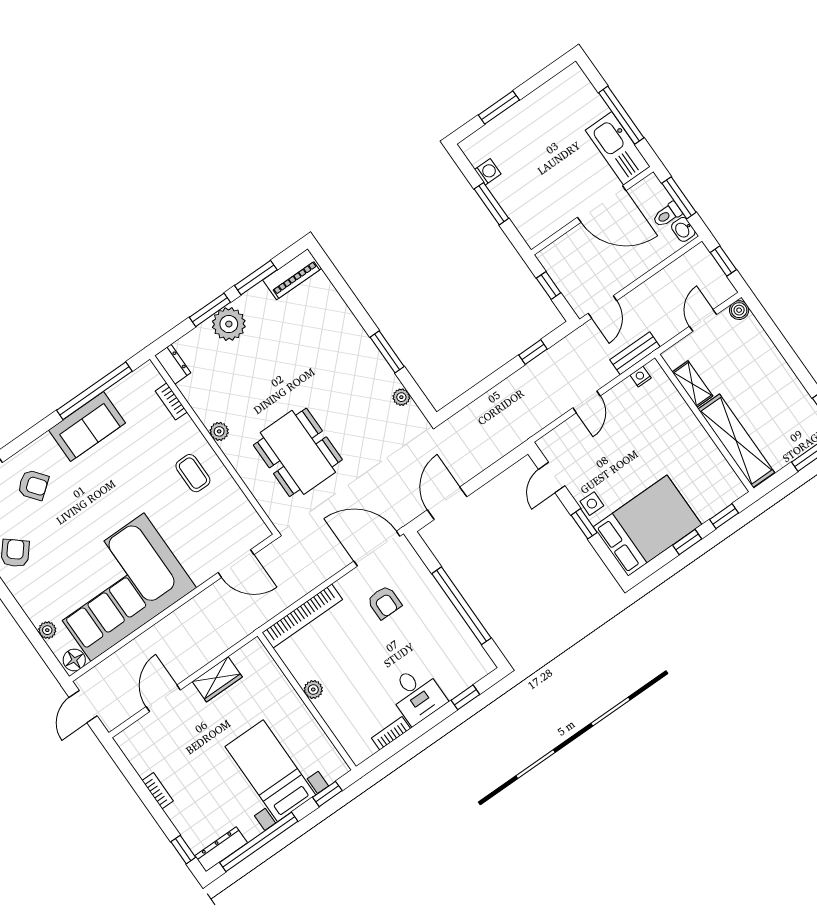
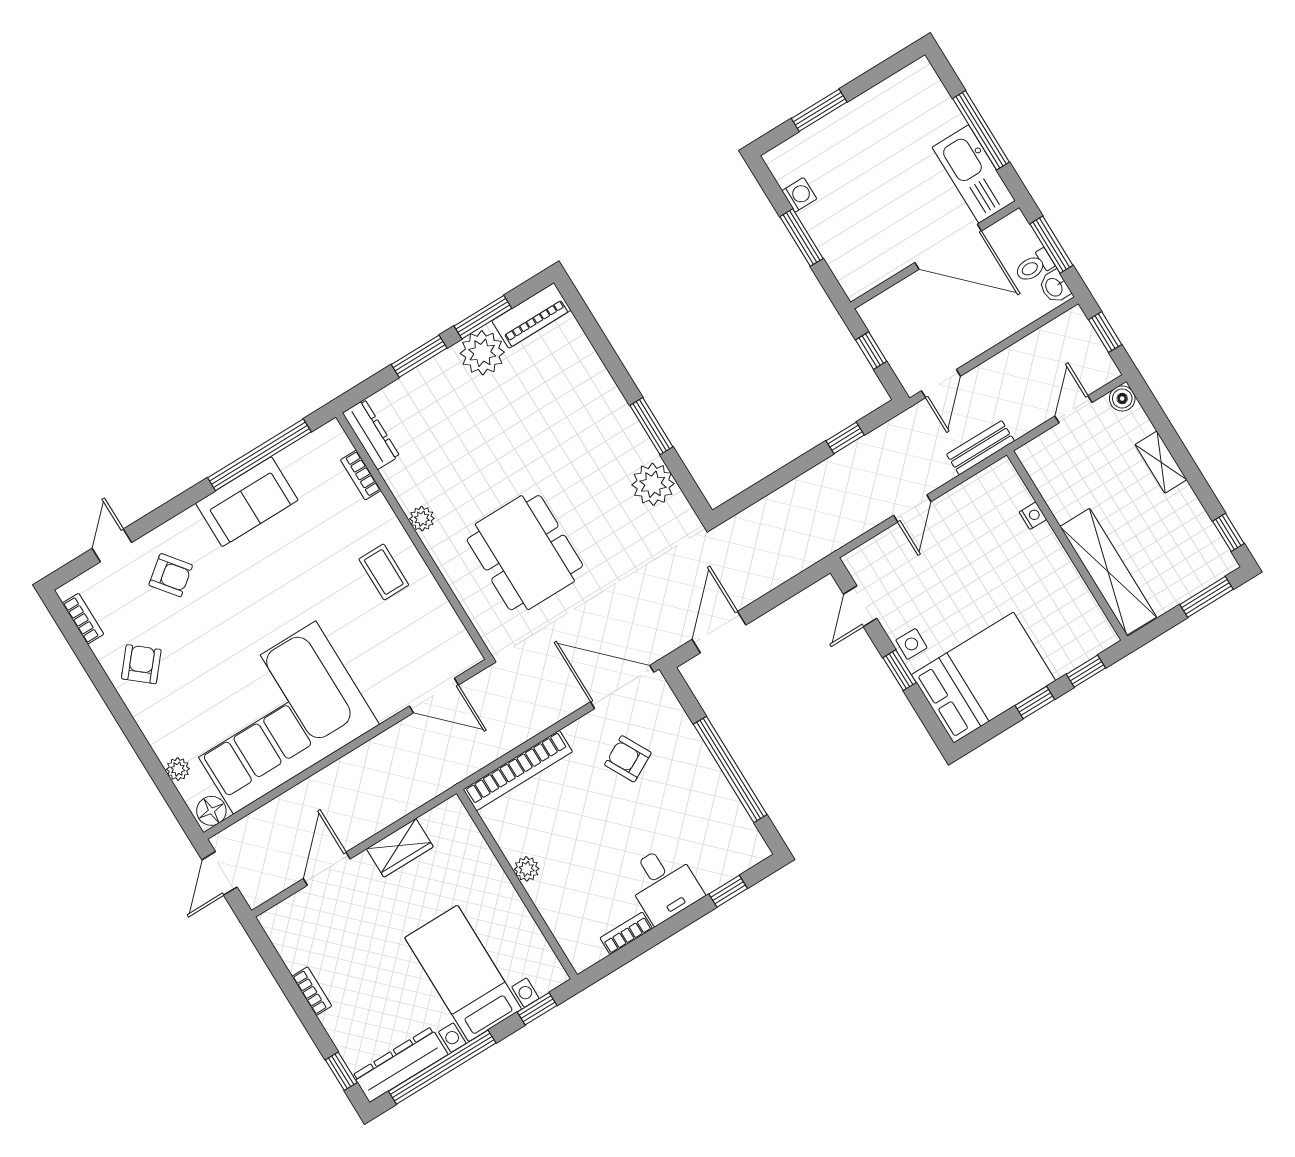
plant: (229, 324) -> (482, 353), moved
dresser: (173, 364) -> (371, 434), width x1.44
nightstand: (641, 377) -> (1033, 516), moved, turned 90
shelving: (692, 384) -> (1161, 462), moved
plant: (401, 397) -> (653, 484), width x1.87, depth x1.87
armchair: (384, 602) -> (628, 759), turned 152
dresser: (221, 849) -> (400, 1065), width x1.37, depth x1.24

